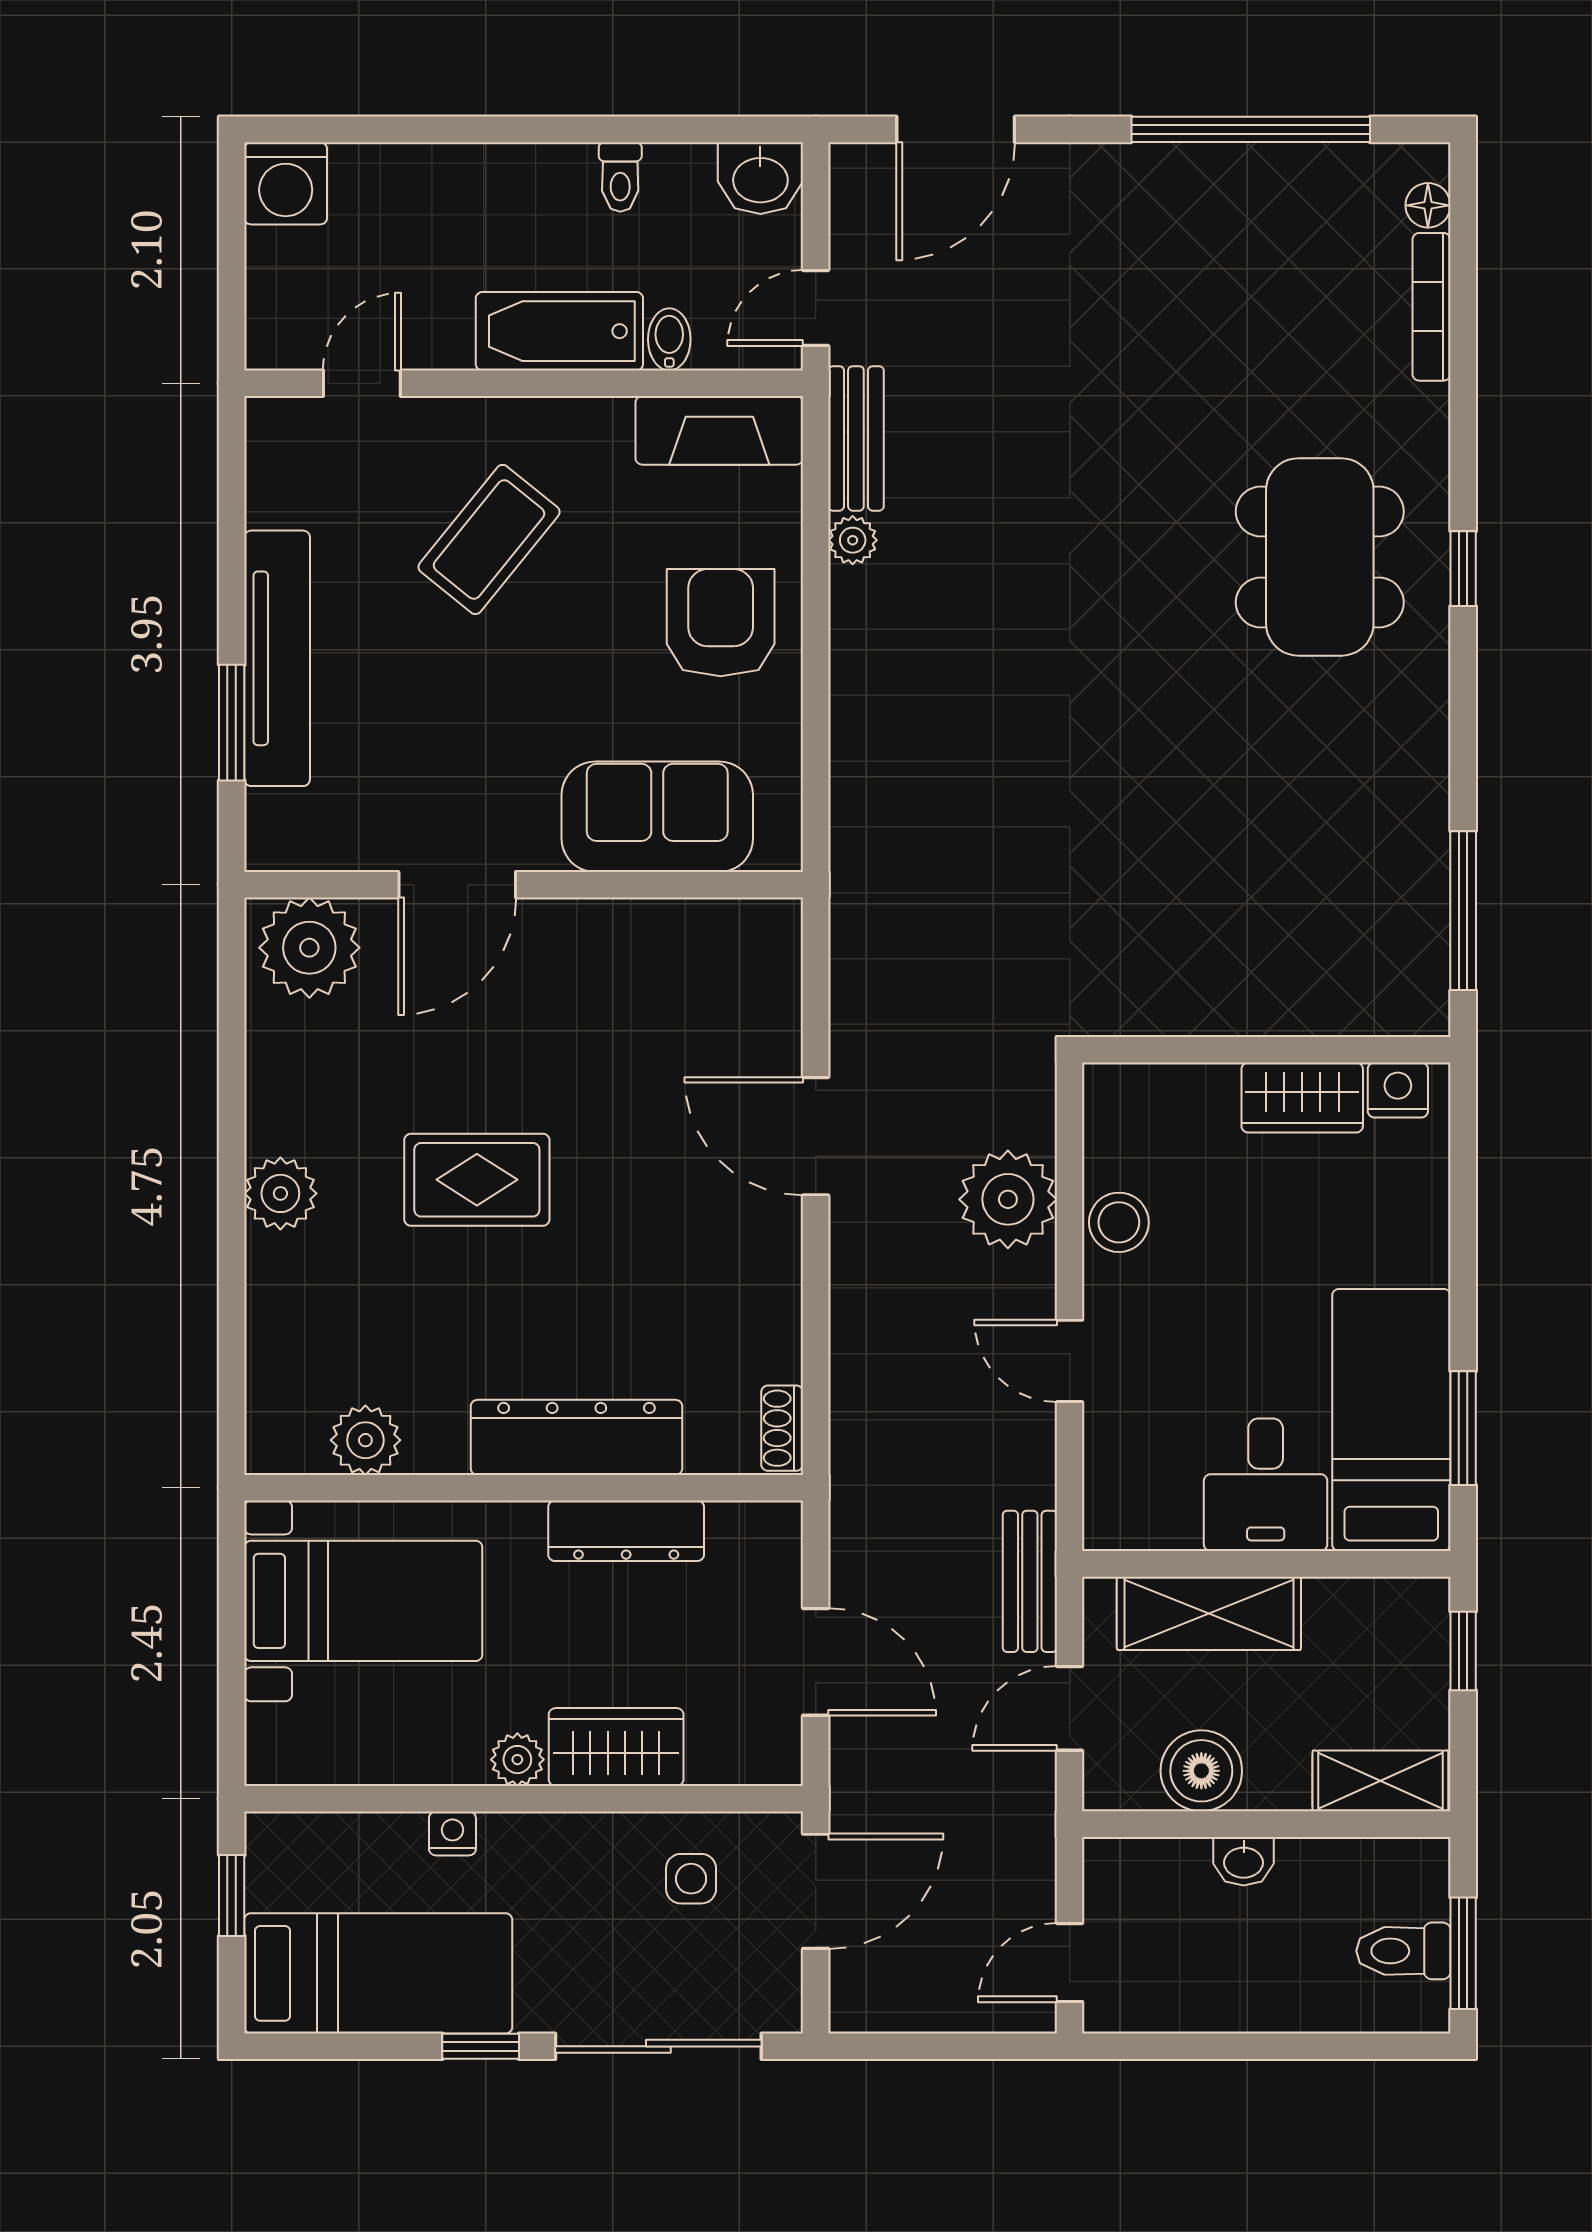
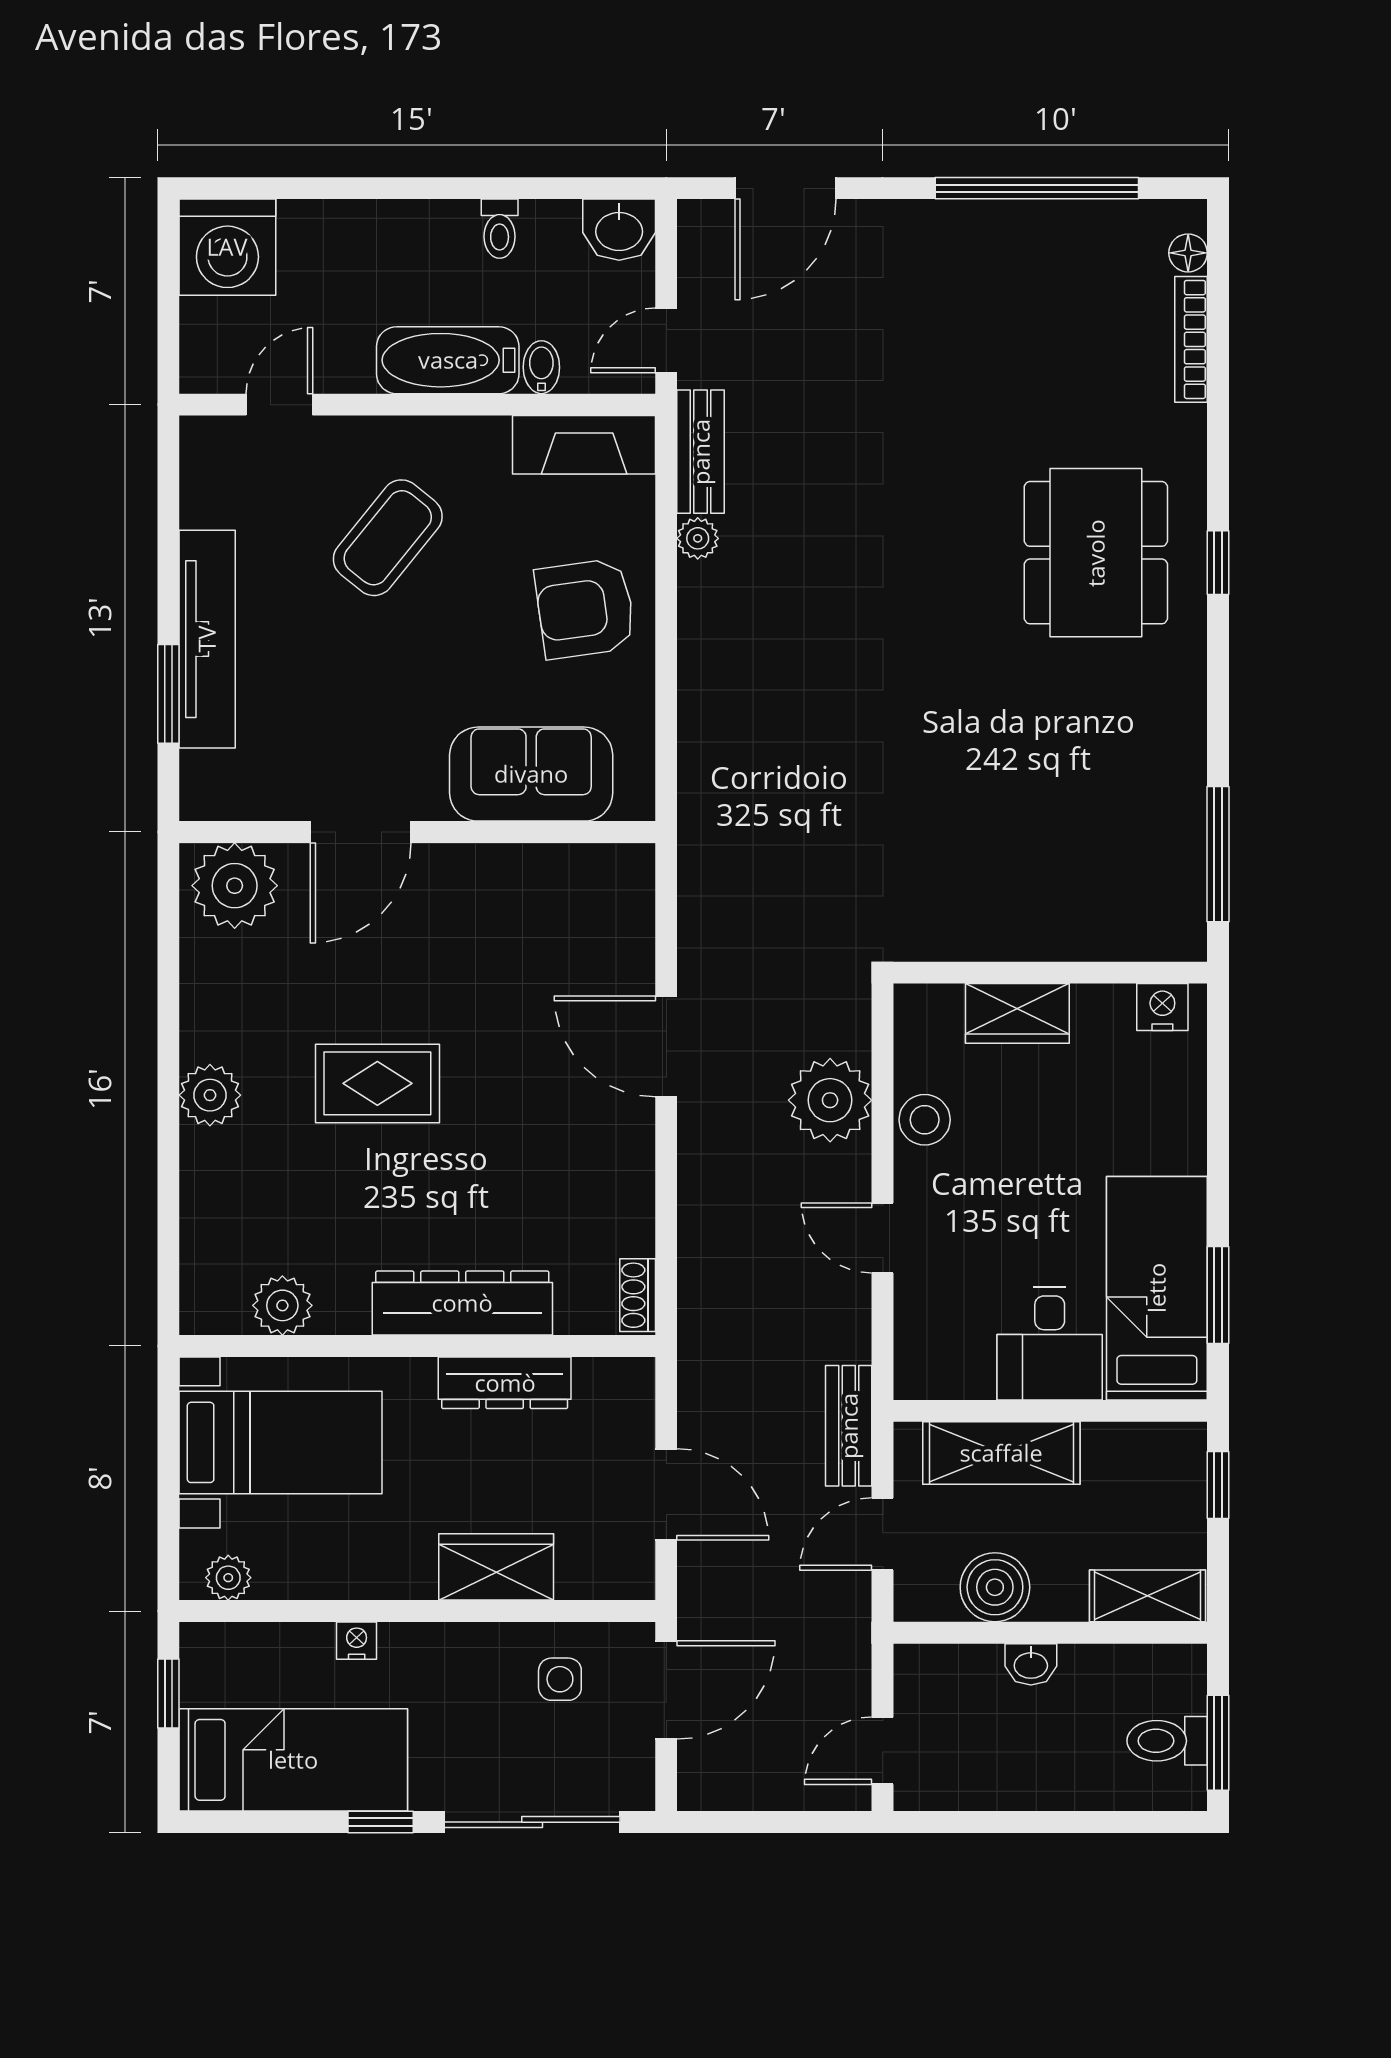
washing machine: (286, 183) -> (227, 247), width x1.37, depth x1.37
armchair: (721, 623) -> (585, 609), turned -98
wardrobe: (1302, 1098) -> (1017, 1013), moved
plant: (517, 1760) -> (228, 1578), moved

